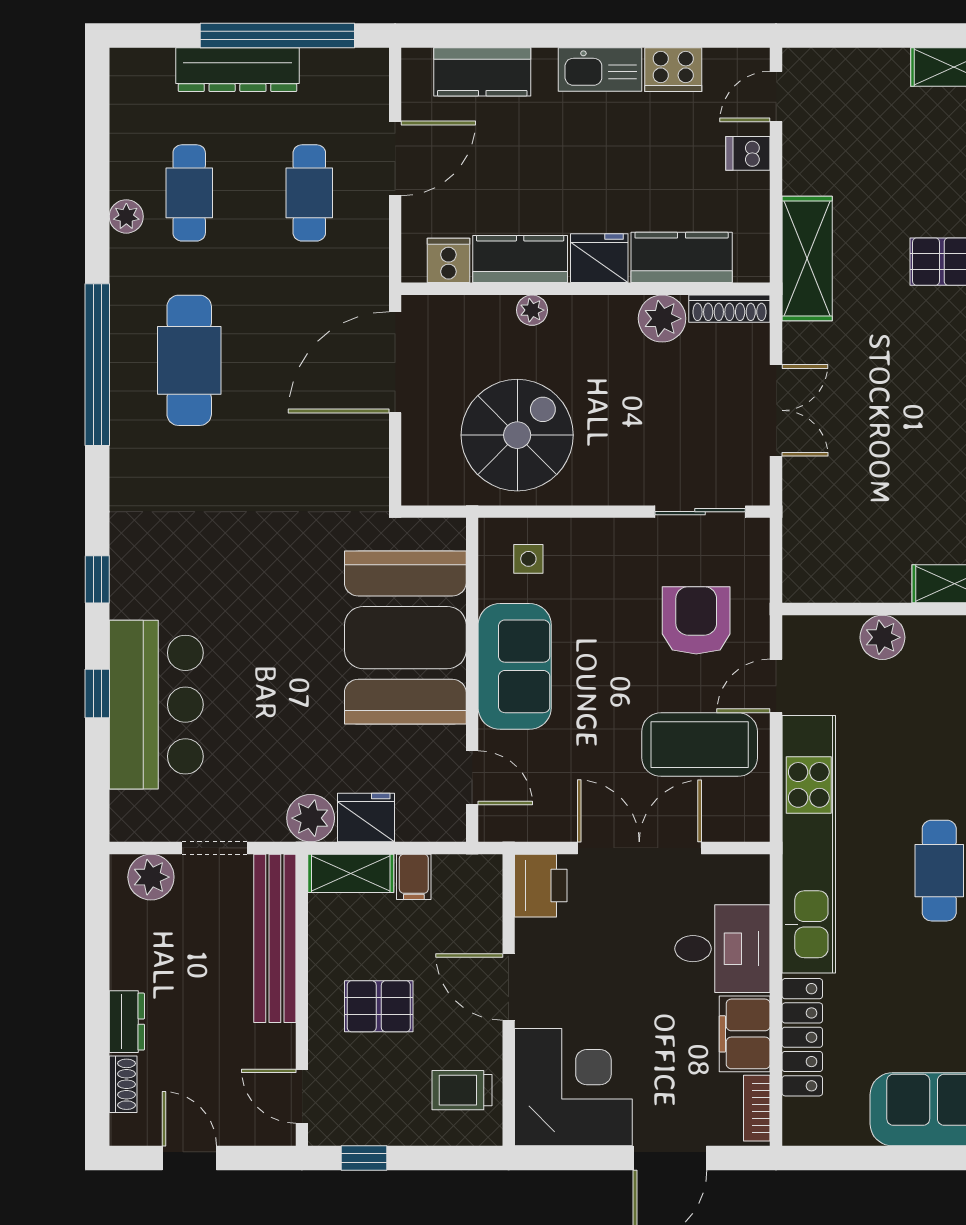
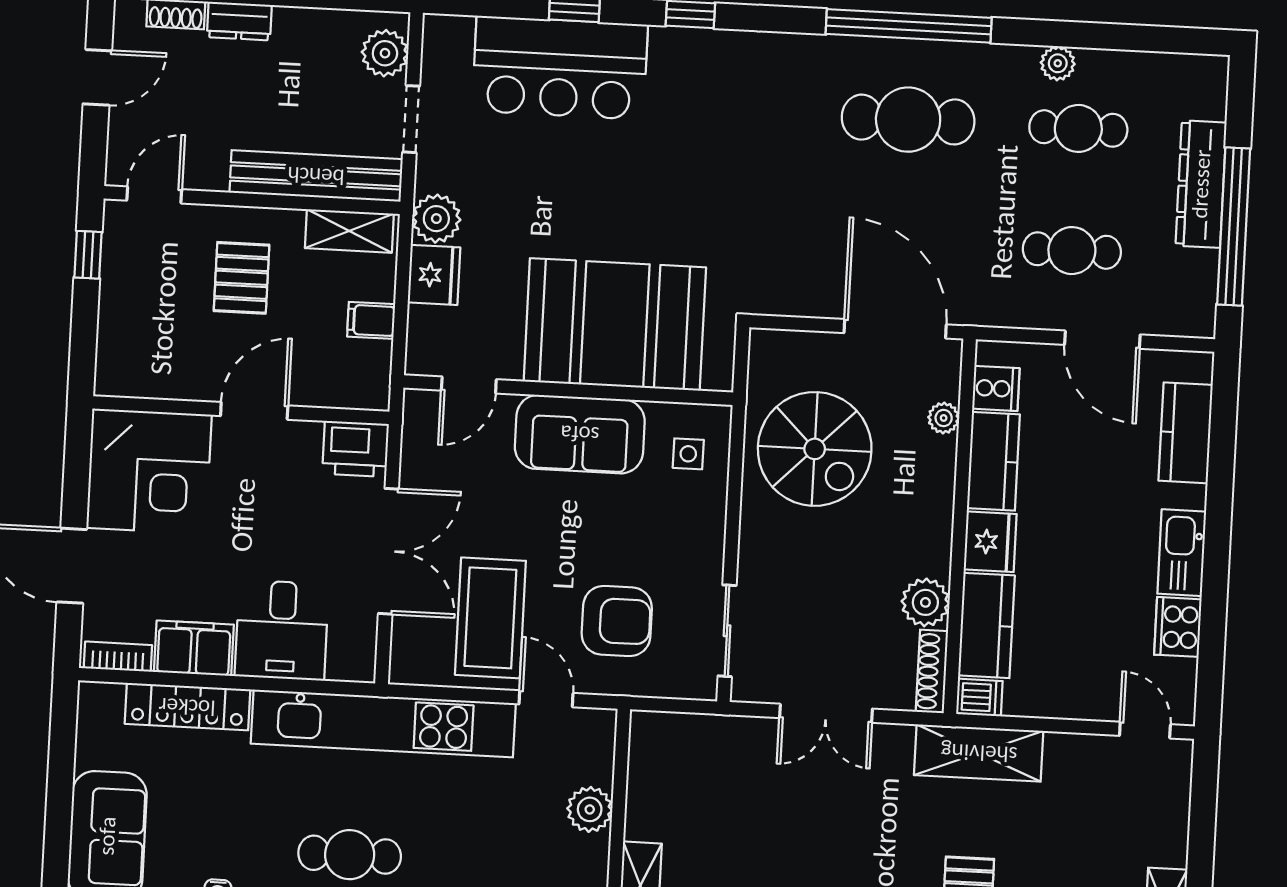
dishwasher: (748, 153) -> (979, 697), moved, turned 90
plant: (532, 310) -> (944, 418), moved
shelving: (351, 873) -> (349, 231), moved, turned 90
trolley: (462, 1090) -> (152, 358), removed

